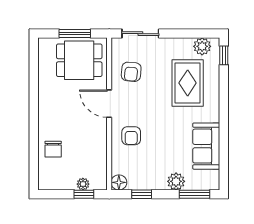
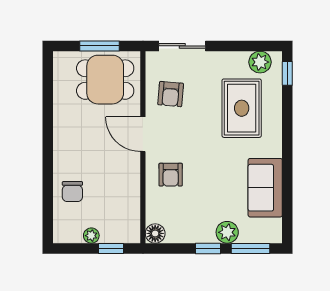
plant: (83, 184) -> (91, 236), moved
window: (142, 194) -> (208, 248), moved

